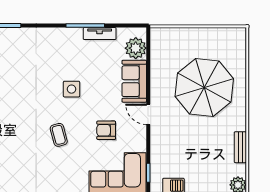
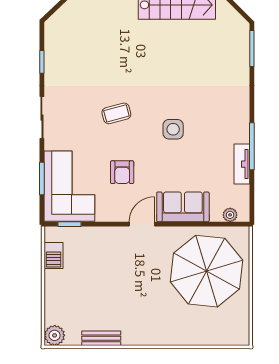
plant: (136, 48) -> (230, 215), width x0.53, depth x0.53
parasol: (204, 87) -> (206, 271), moved
armchair: (106, 130) -> (122, 172), turned 180

